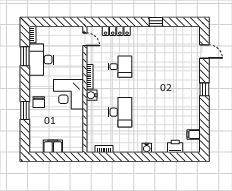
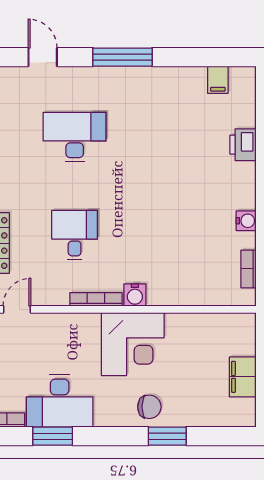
door: (204, 51) -> (43, 57), hinge flipped
window: (204, 89) -> (122, 57), width x2.17
desk: (120, 112) -> (75, 137), moved
printer: (175, 146) -> (243, 145), moved
water cooler: (147, 148) -> (246, 221), moved

